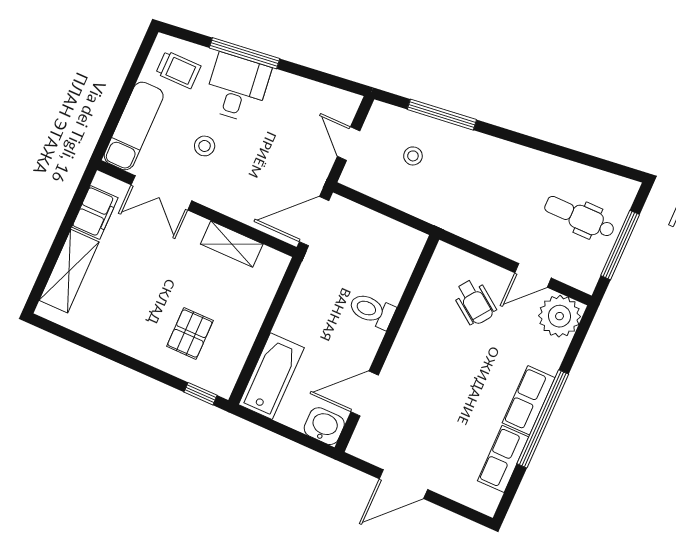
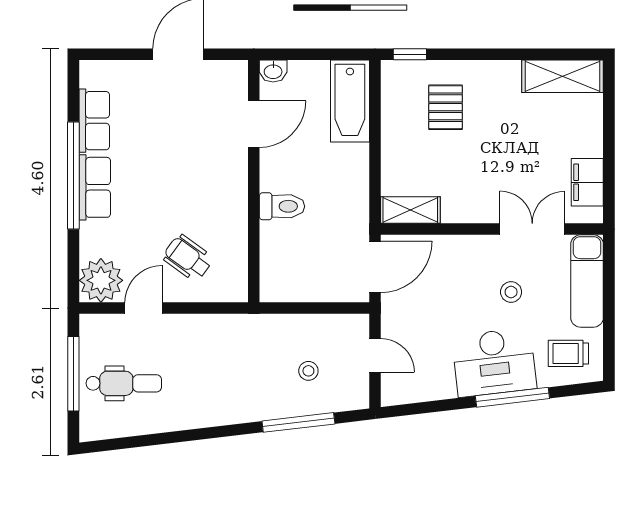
desk: (237, 88) -> (494, 362), width x1.37
shelving: (232, 244) -> (410, 210), moved
shelving: (69, 271) -> (563, 76), moved, turned 90
washbasin: (324, 426) -> (273, 71), width x0.72, depth x0.69

